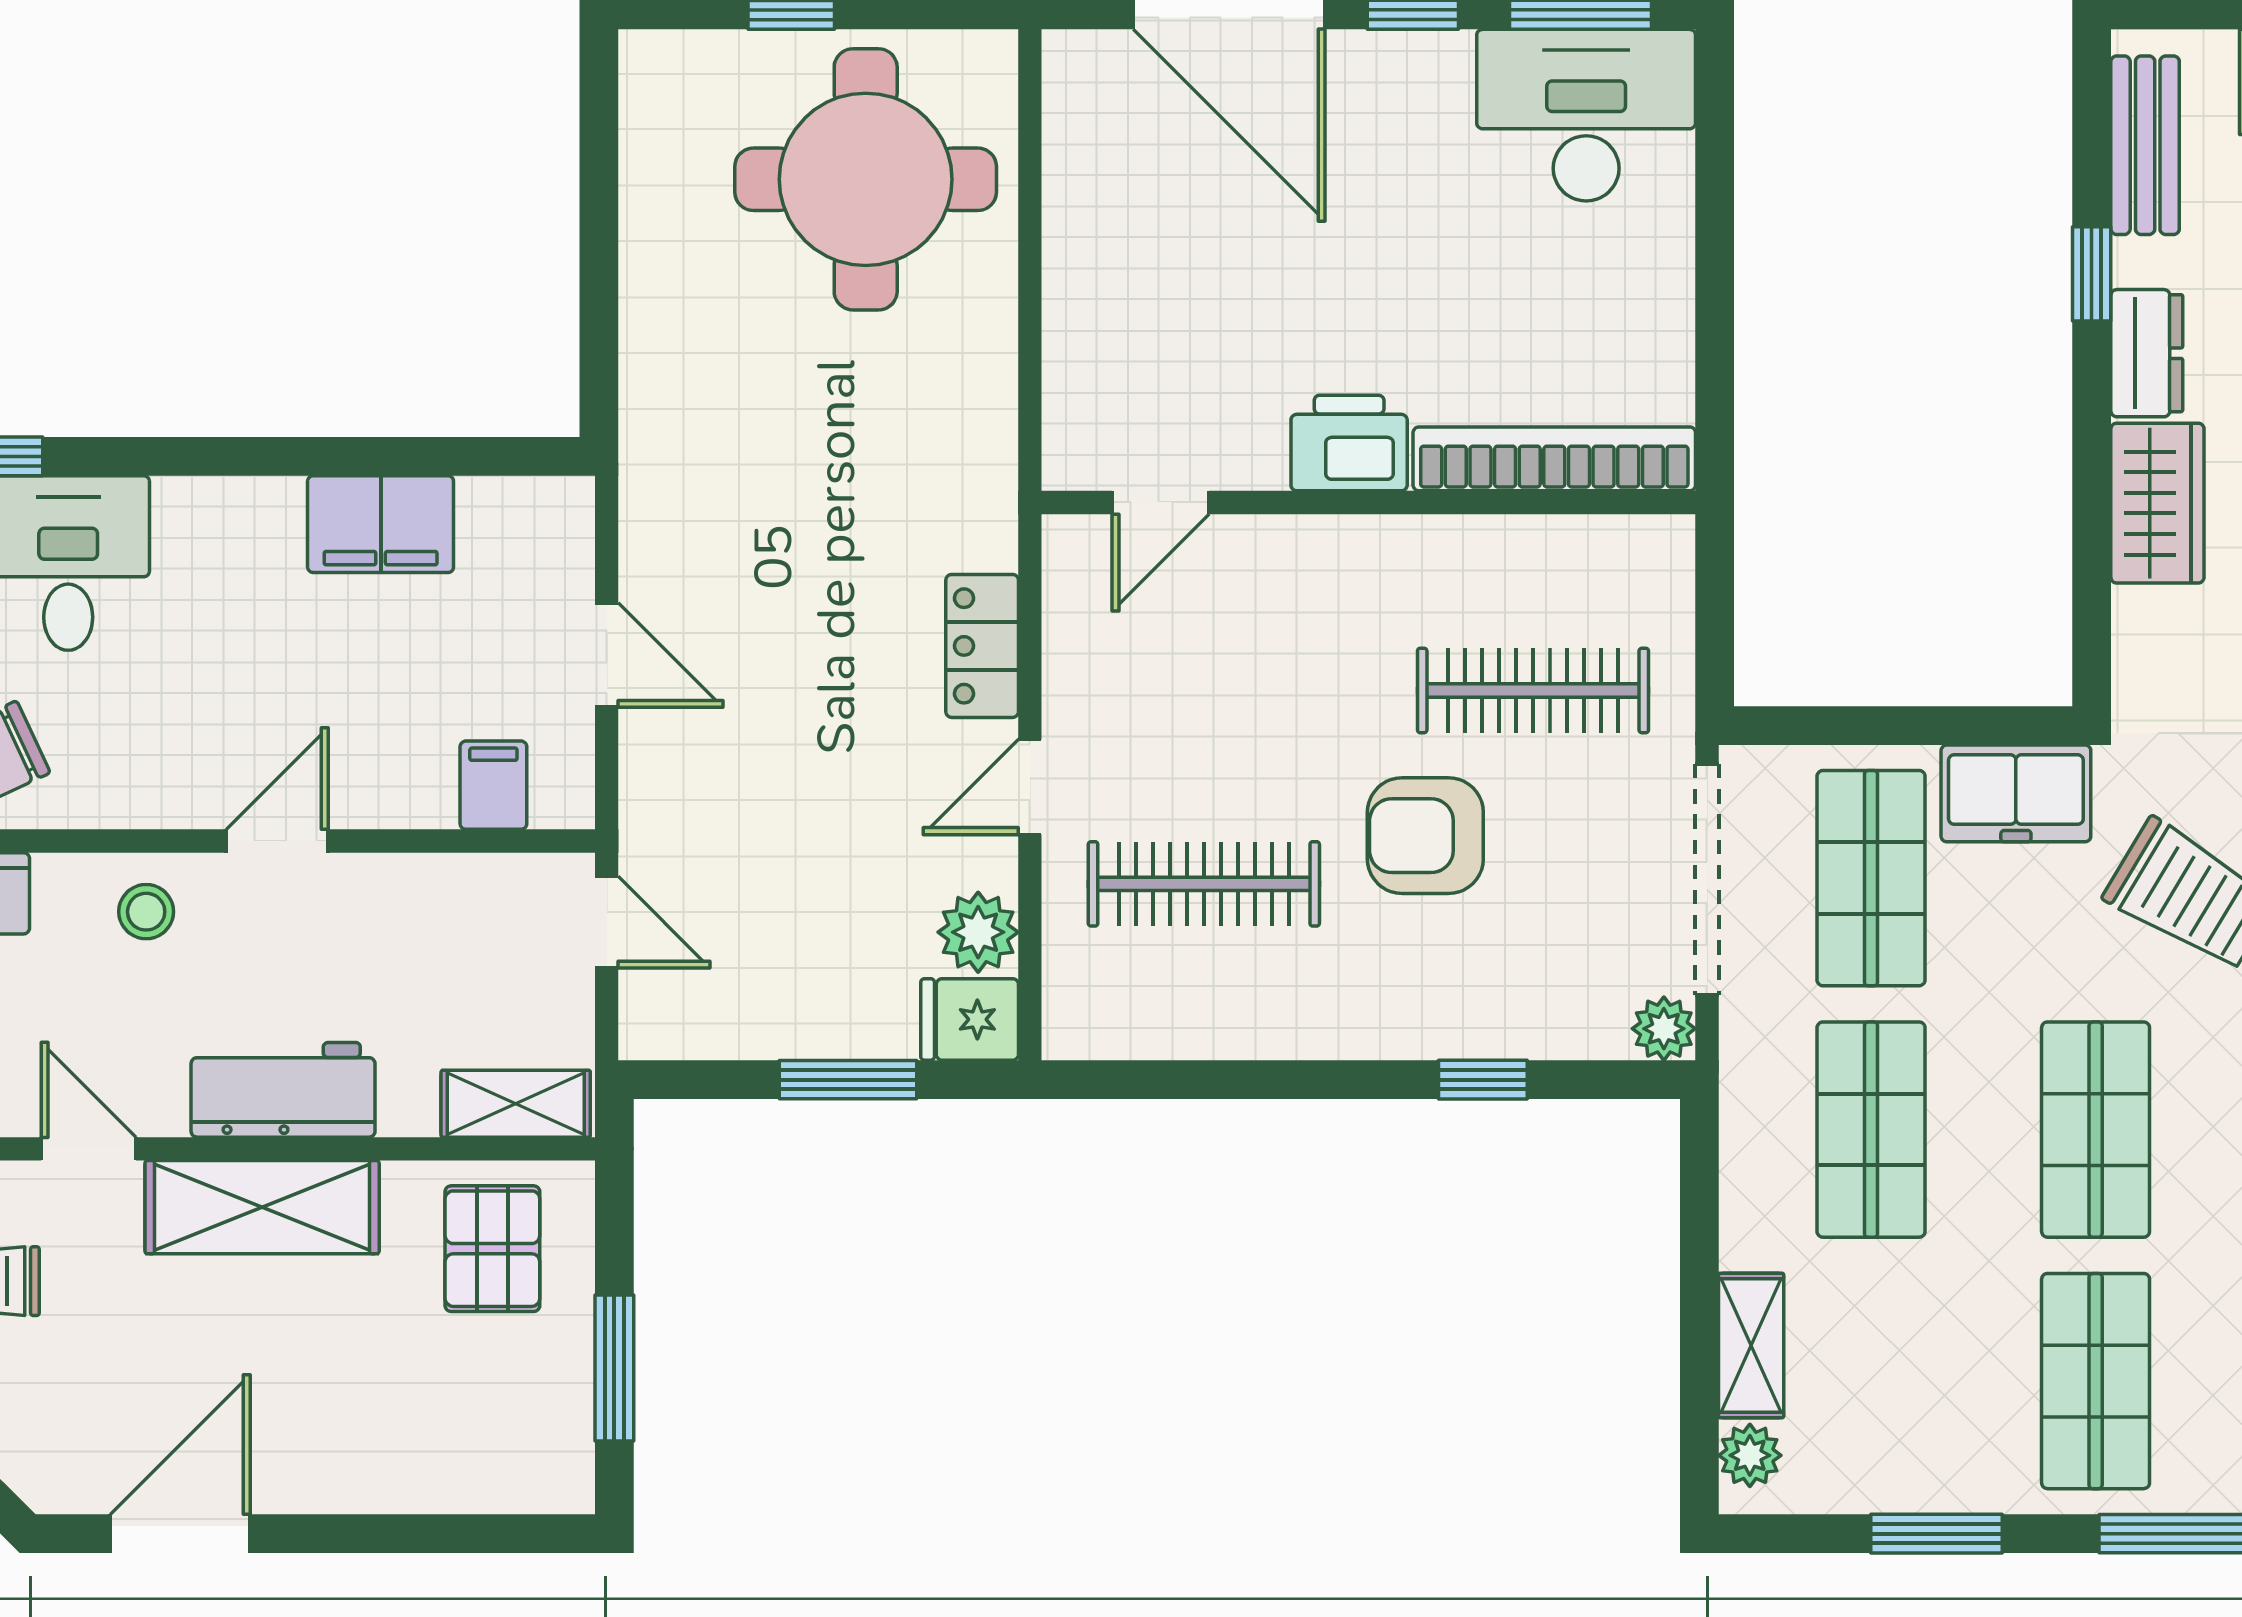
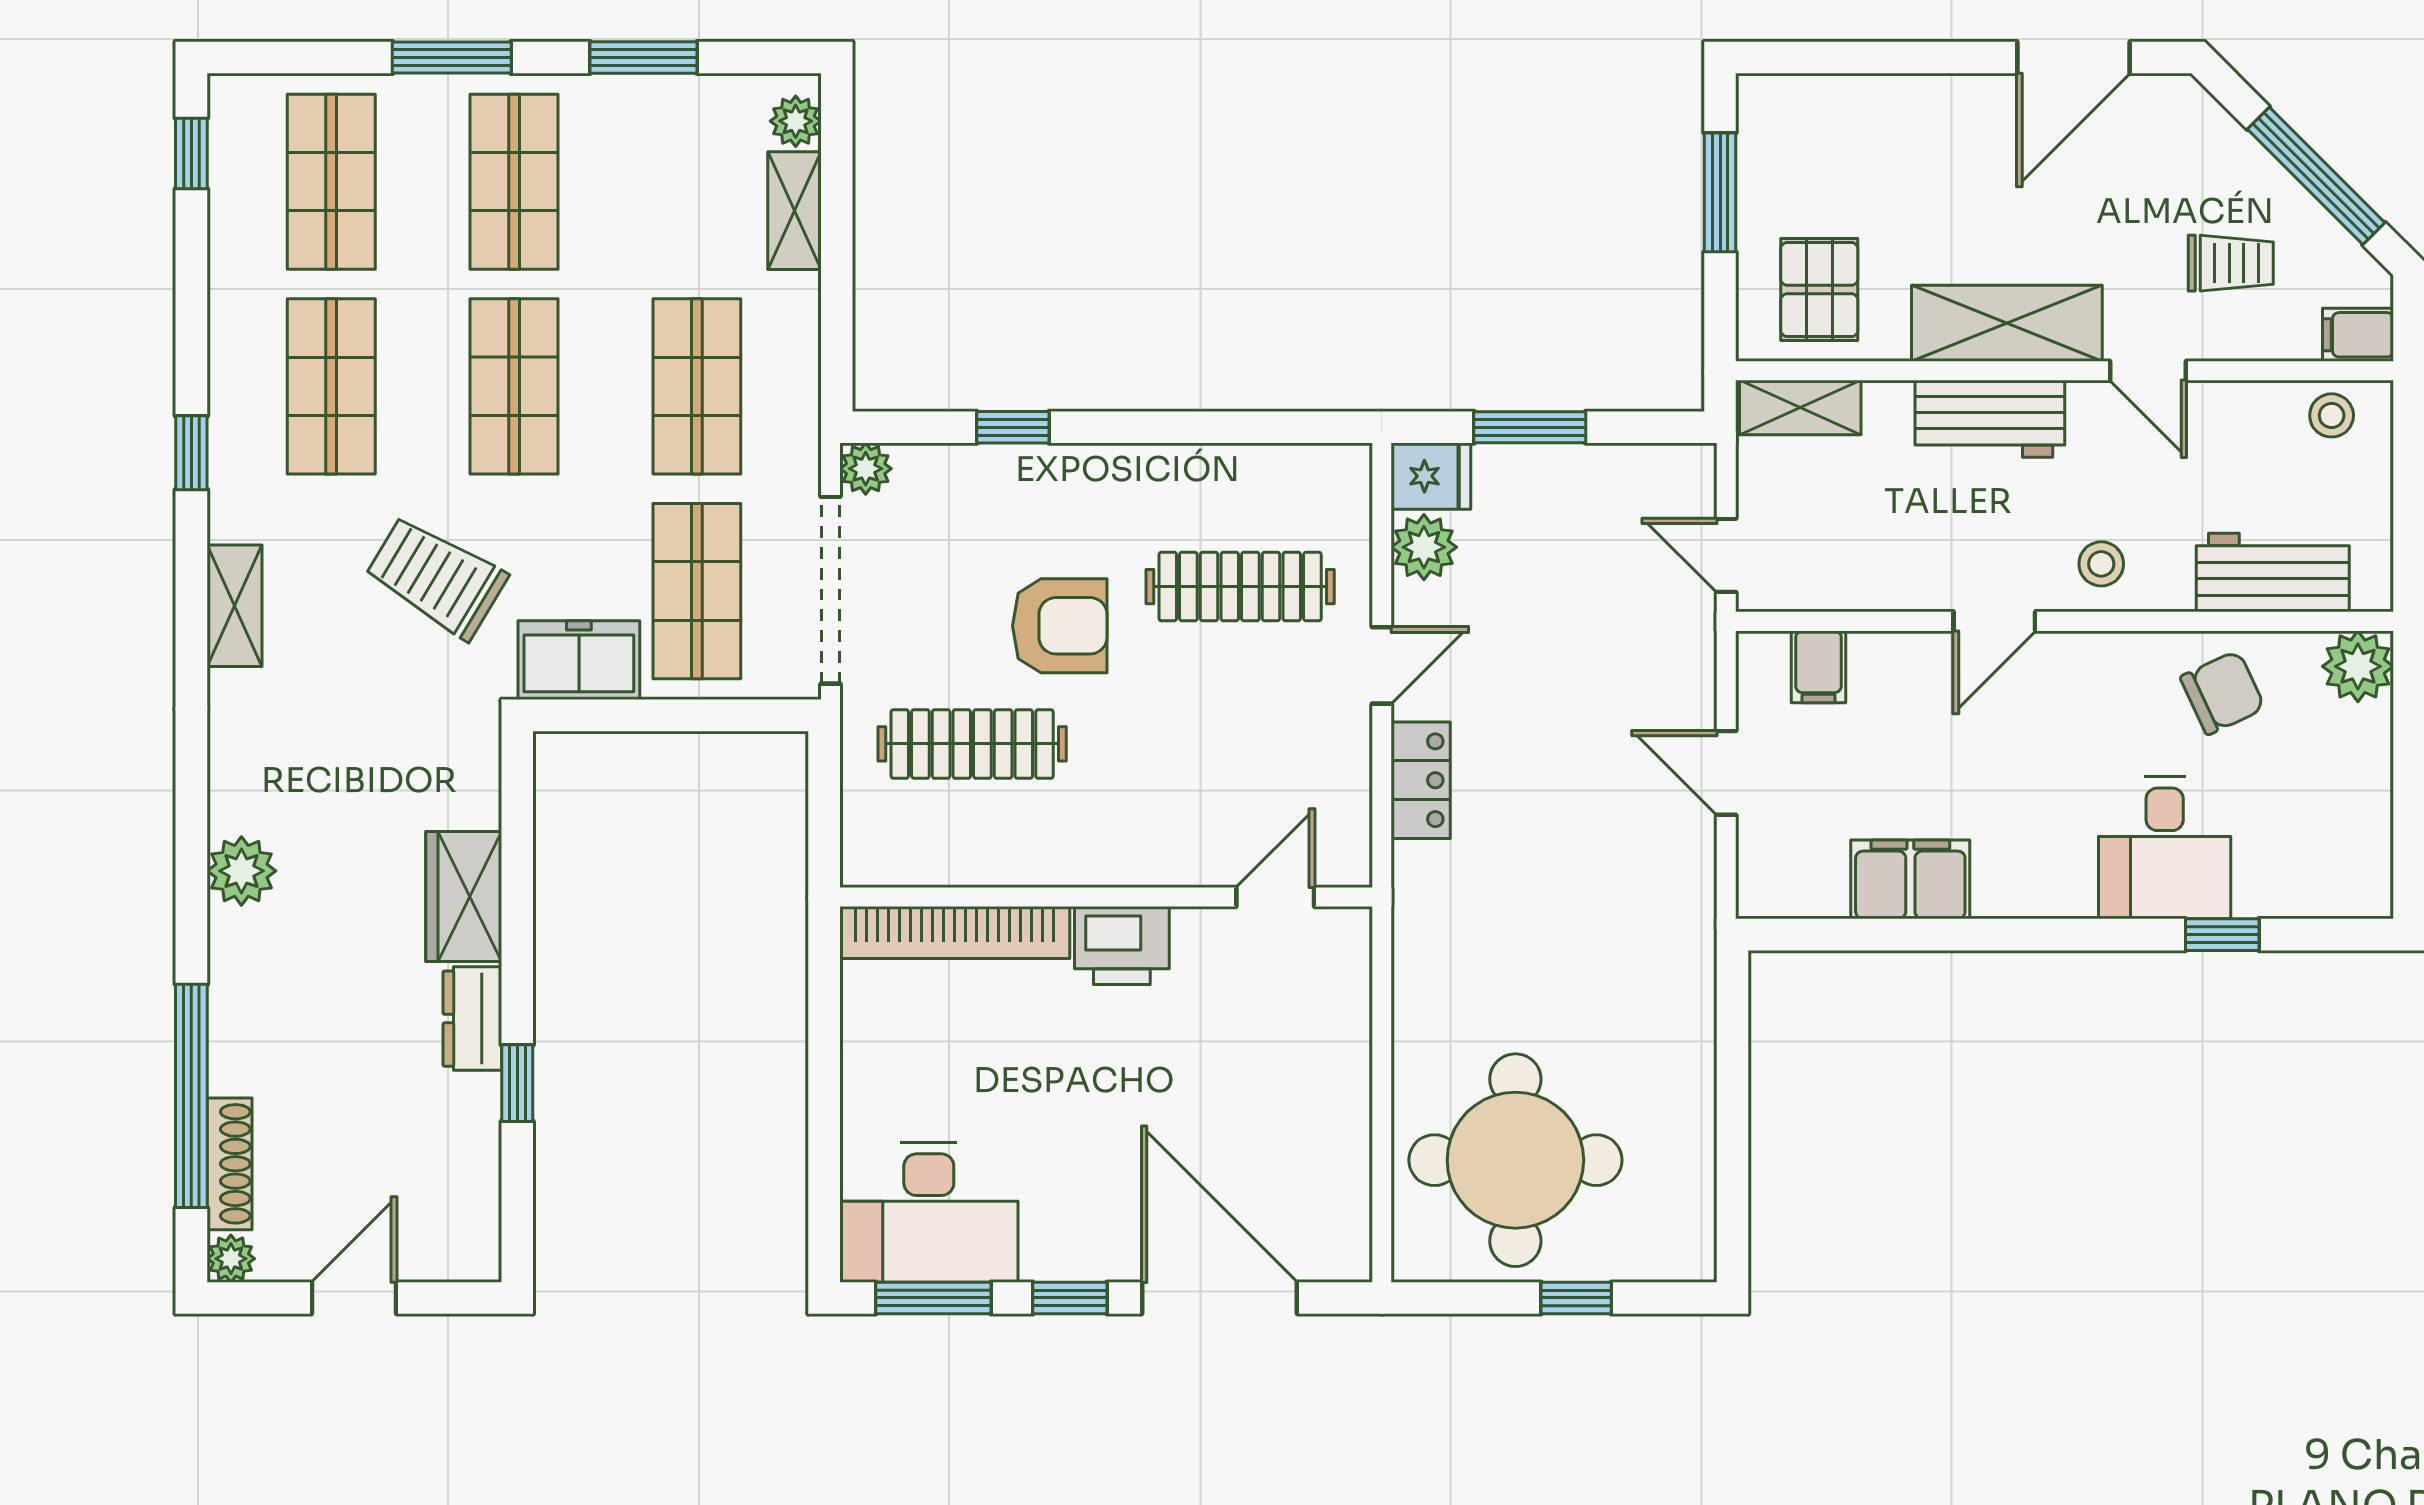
bench: (2145, 145) -> (474, 1188), removed

